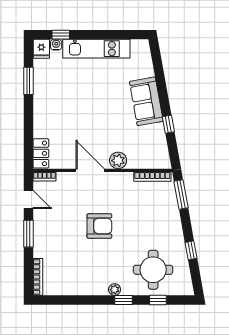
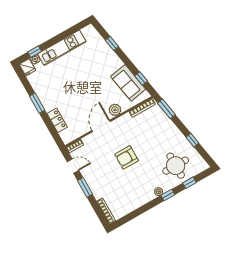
window: (160, 78) -> (112, 43), added
window: (28, 81) -> (37, 103), moved
sofa: (146, 101) -> (128, 83), moved
window: (168, 124) -> (141, 78), moved
locker: (41, 153) -> (57, 120), moved
door: (90, 170) -> (101, 126), hinge flipped
armchair: (99, 226) -> (127, 157), turned 180

